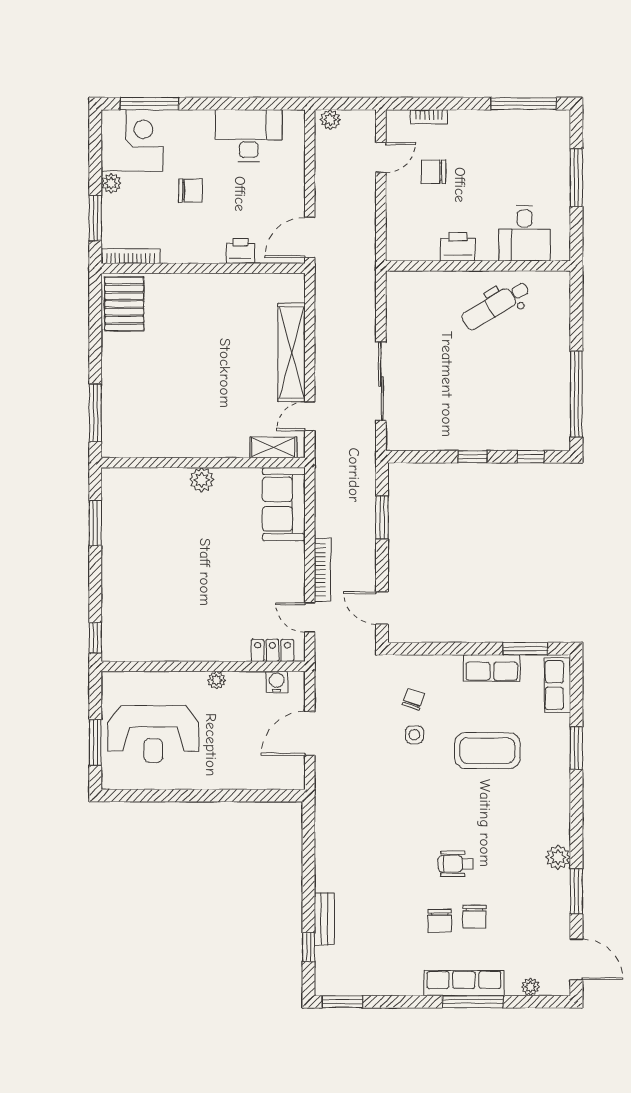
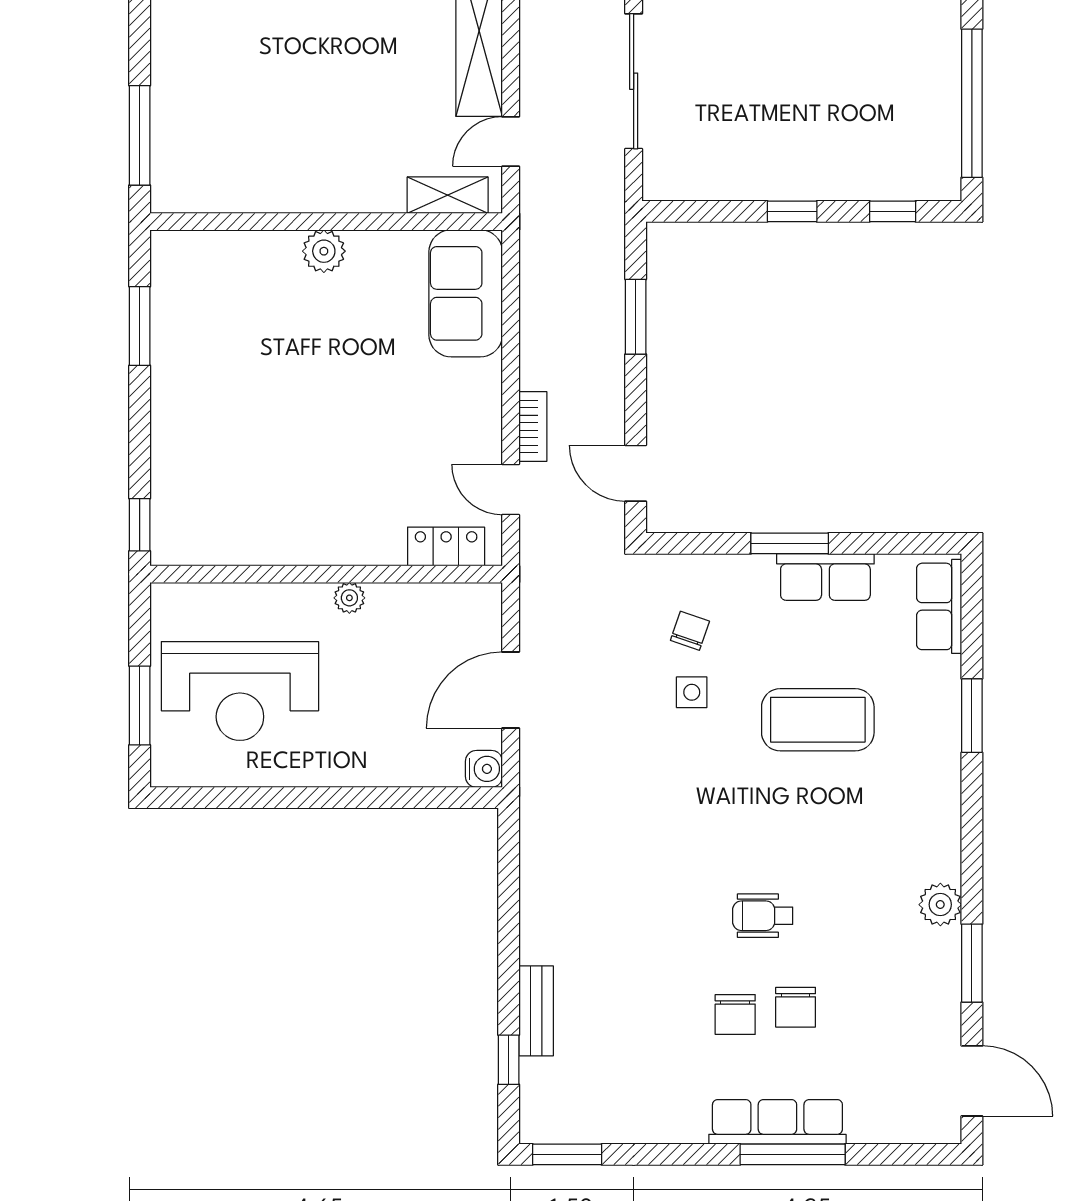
bookcase: (323, 570) -> (533, 427), width x0.64
window: (525, 649) -> (790, 543), moved
water cooler: (277, 682) -> (484, 769), moved, turned 90
plant: (530, 987) -> (892, 1129), removed

